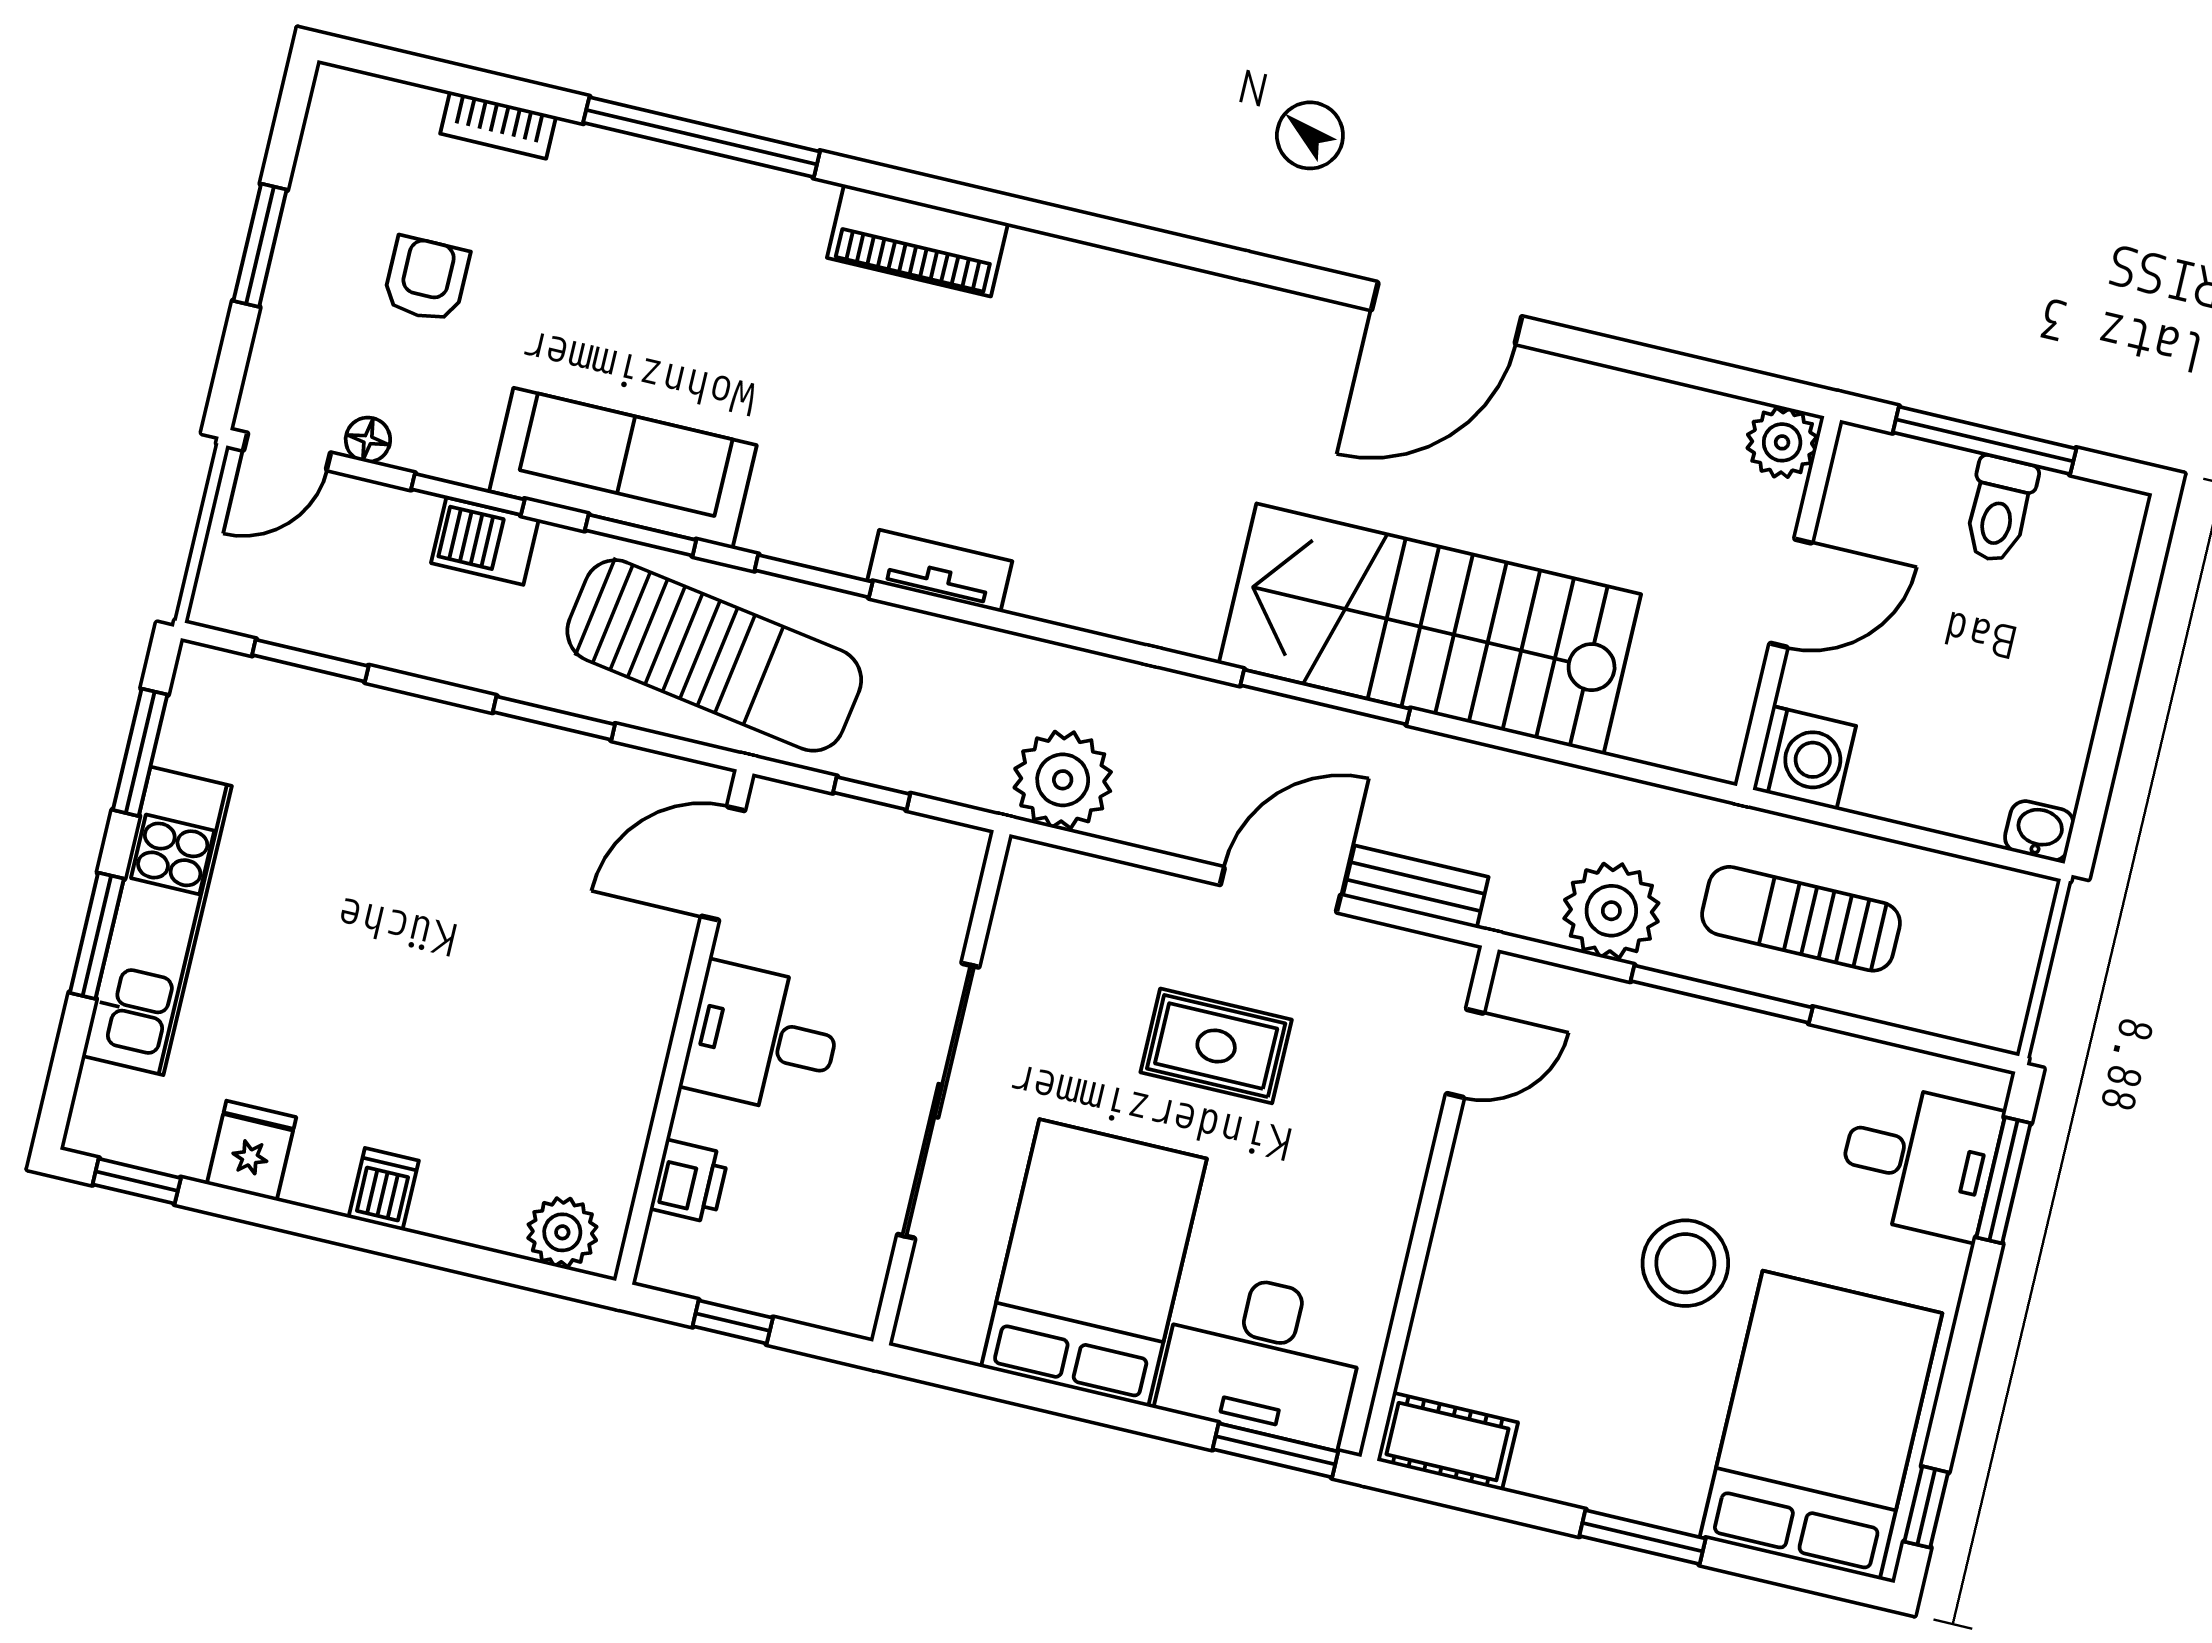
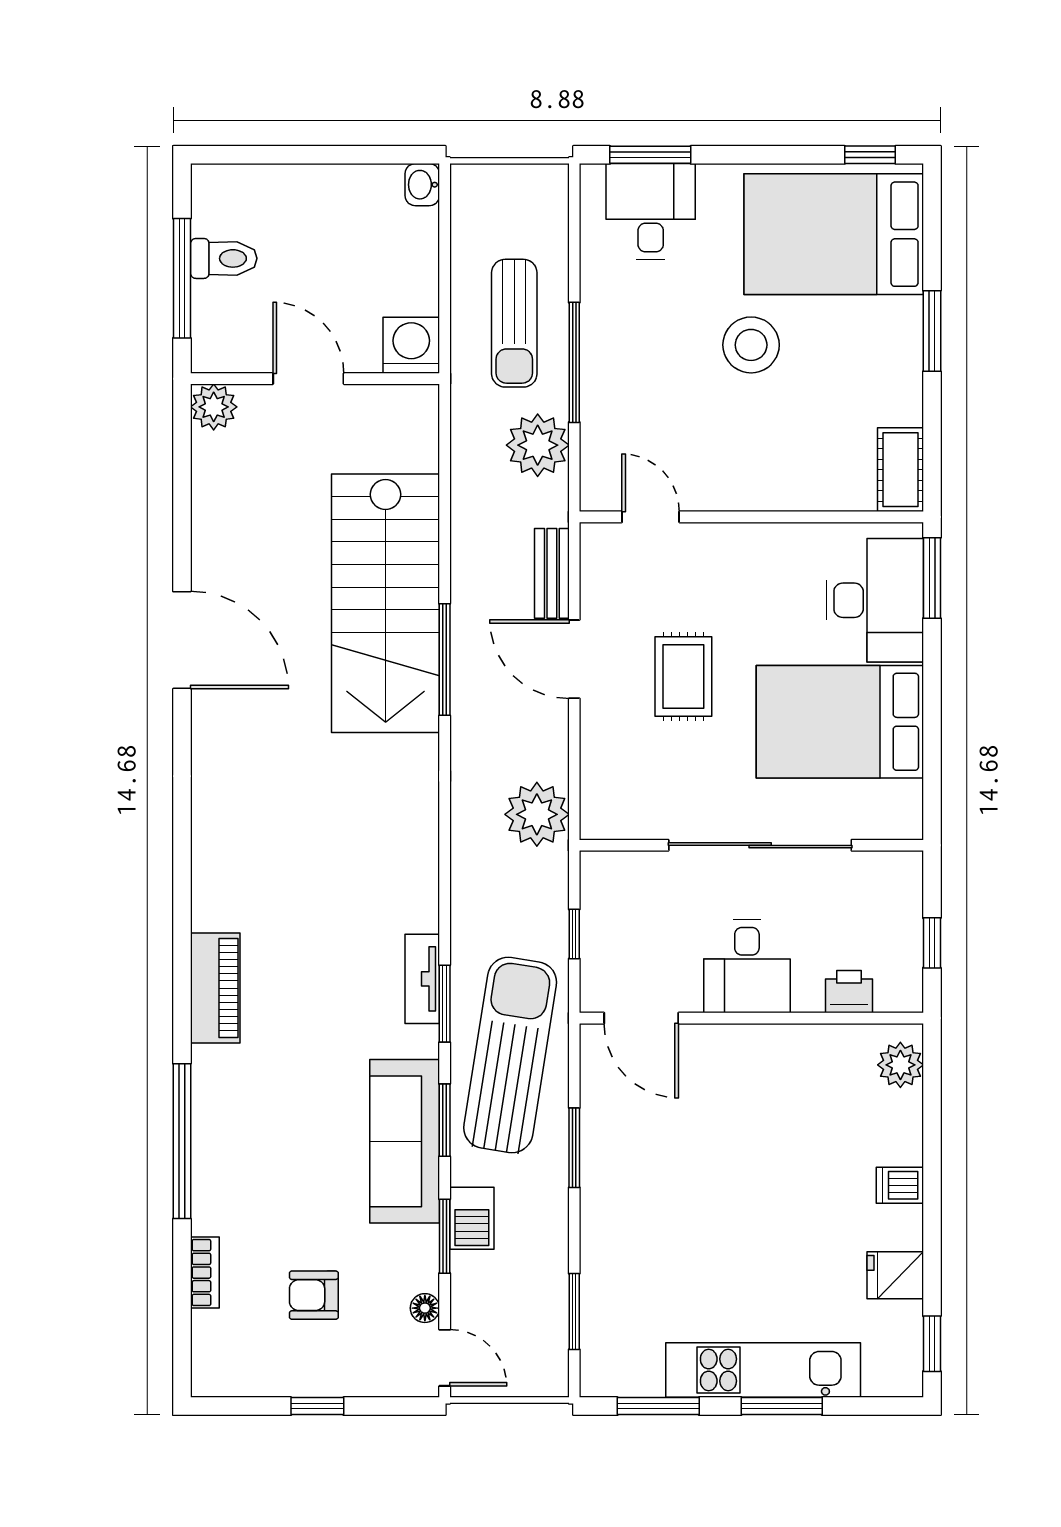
window: (260, 245) -> (317, 1406), width x0.67
tv unit: (940, 571) -> (422, 979), moved

